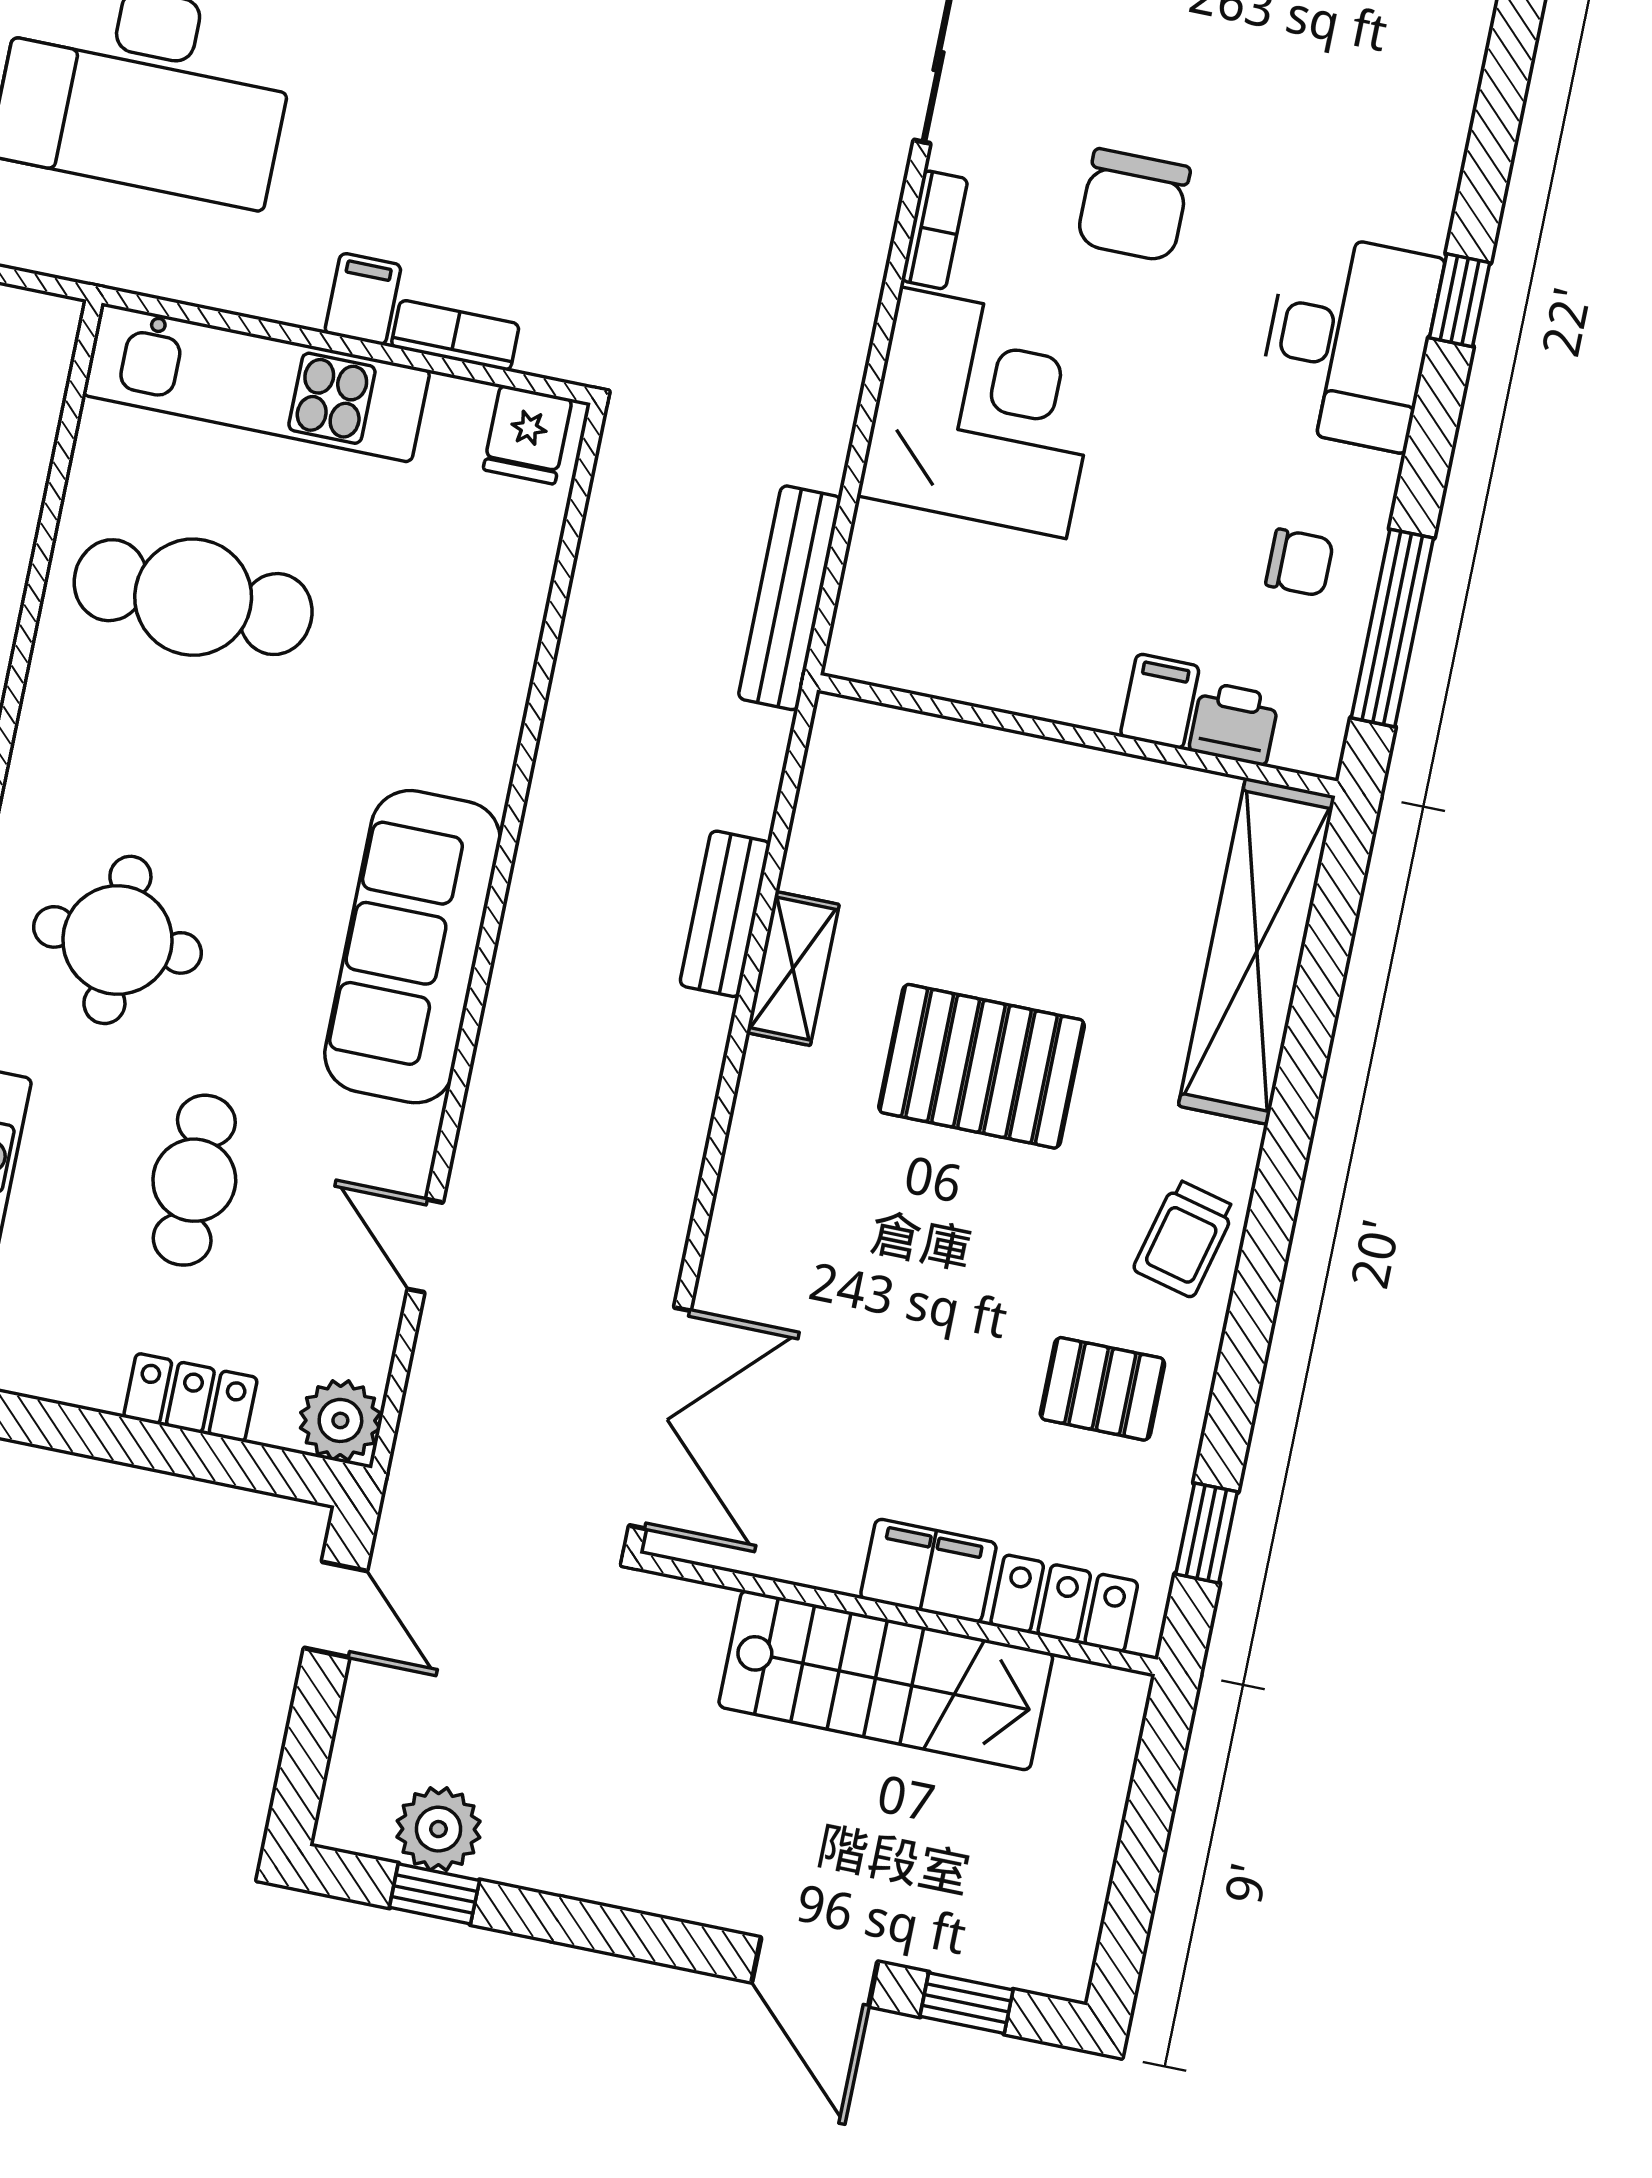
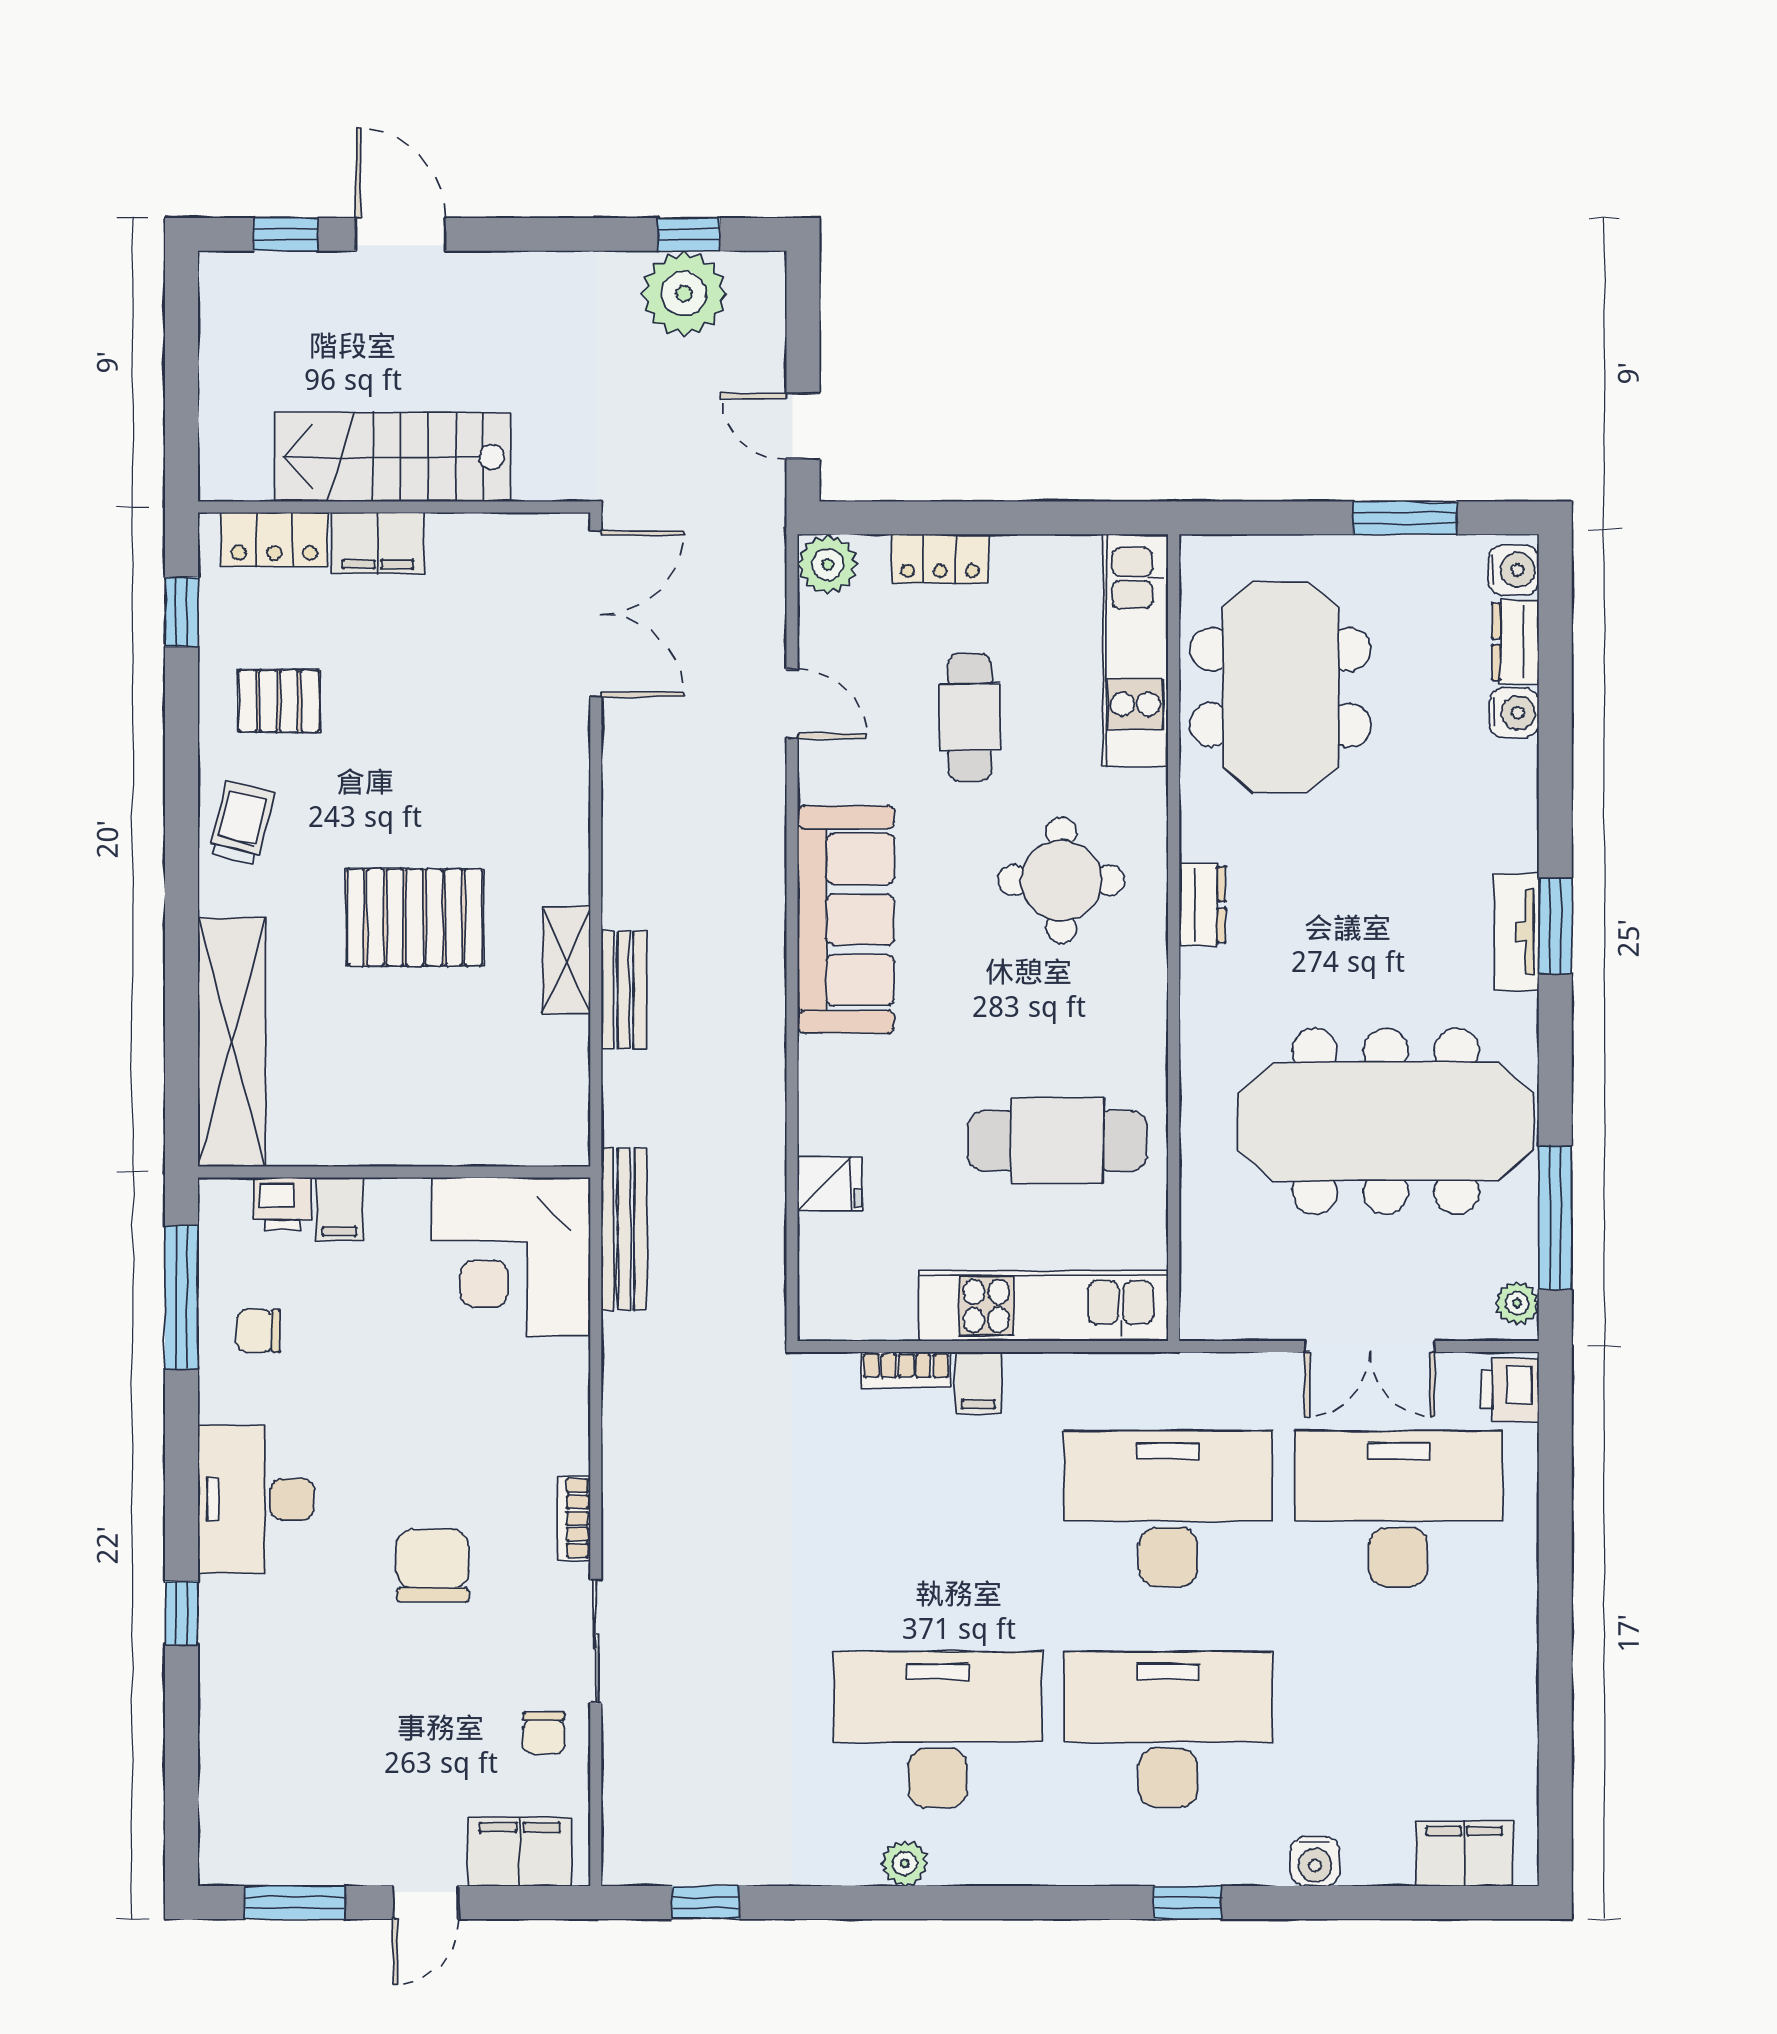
window: (1460, 300) -> (181, 1613), moved
corner desk: (983, 413) -> (511, 1257), moved
fridge: (528, 435) -> (830, 1184), moved, turned 90
double door: (660, 1418) -> (596, 614), swing flipped
plant: (438, 1829) -> (684, 294), width x1.36, depth x1.36

